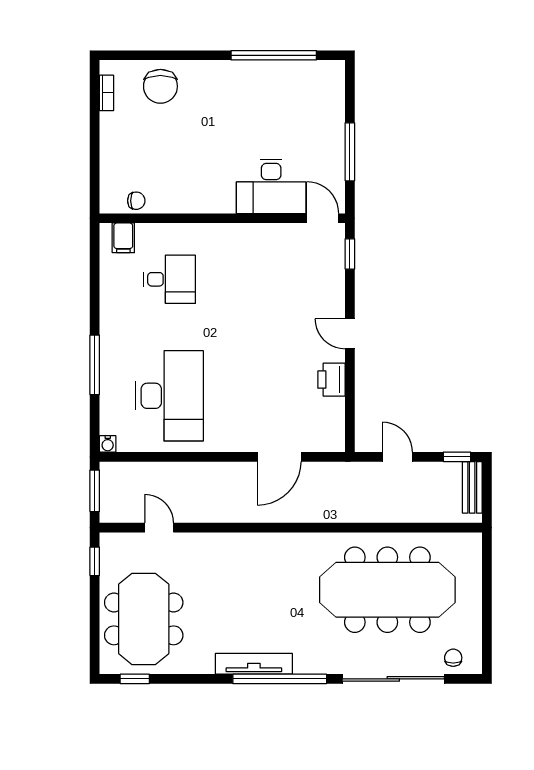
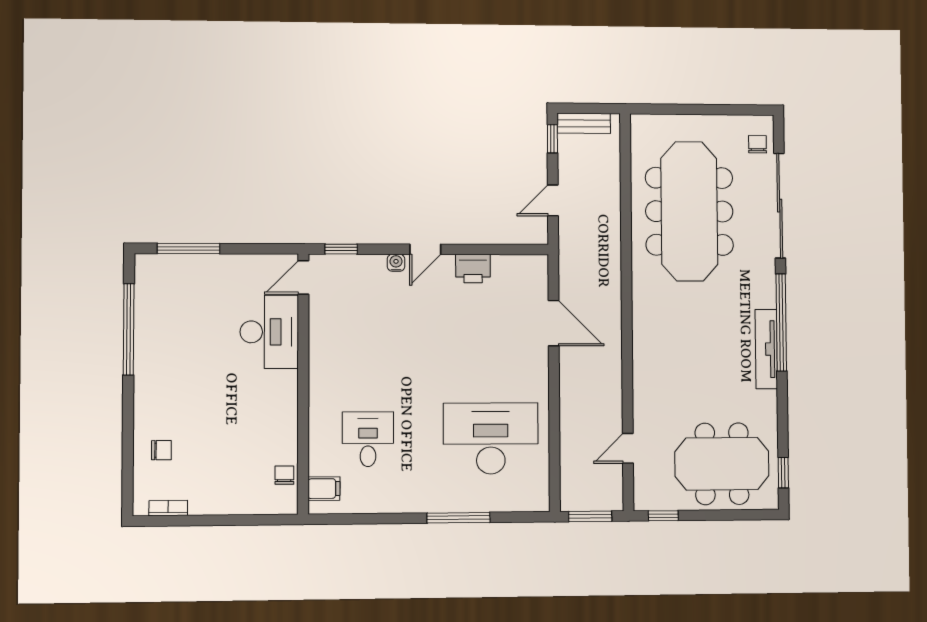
chair: (160, 86) -> (161, 450), width x0.54, depth x0.54
window: (350, 152) -> (189, 249), moved
water cooler: (108, 444) -> (396, 263), moved, turned -90
chair: (453, 658) -> (757, 144), turned 90

